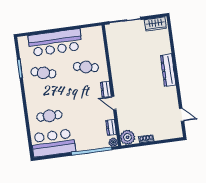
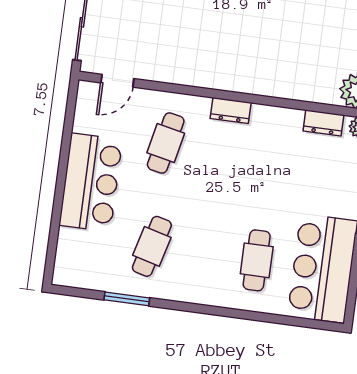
bar counter: (55, 43) -> (91, 182), width x0.73
door: (114, 103) -> (117, 81), moved

